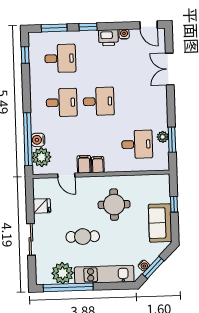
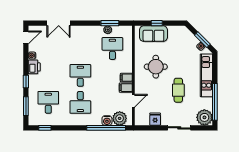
desk: (62, 103) -> (80, 102), turned 180
sofa: (160, 223) -> (153, 34), moved
plant: (63, 273) -> (204, 117), moved

